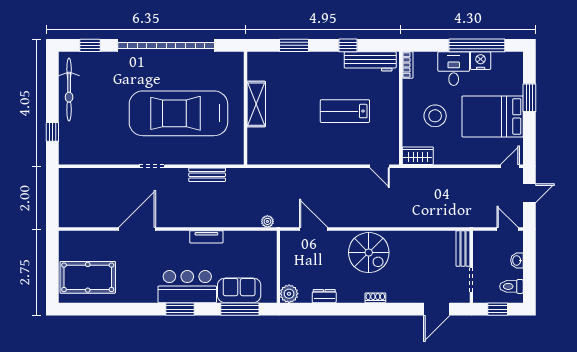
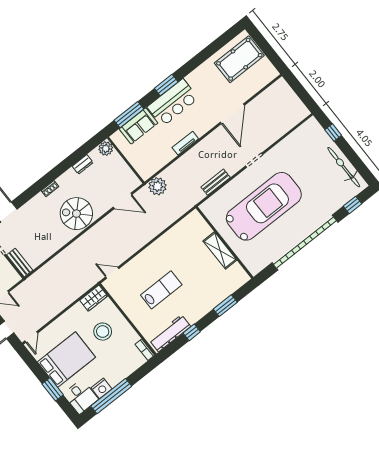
desk: (454, 69) -> (81, 397), moved
plant: (267, 221) -> (158, 186), width x1.87, depth x1.87

